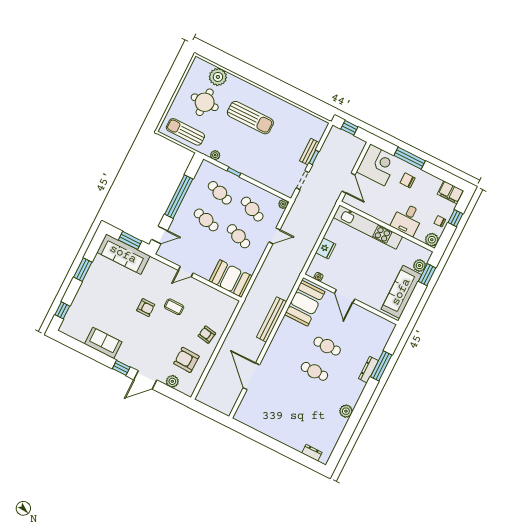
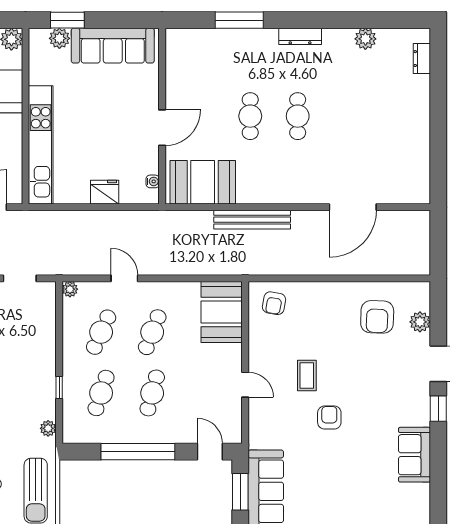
armchair: (207, 335) -> (274, 303), moved
dresser: (368, 370) -> (300, 36), moved
plant: (346, 411) -> (365, 39), moved

